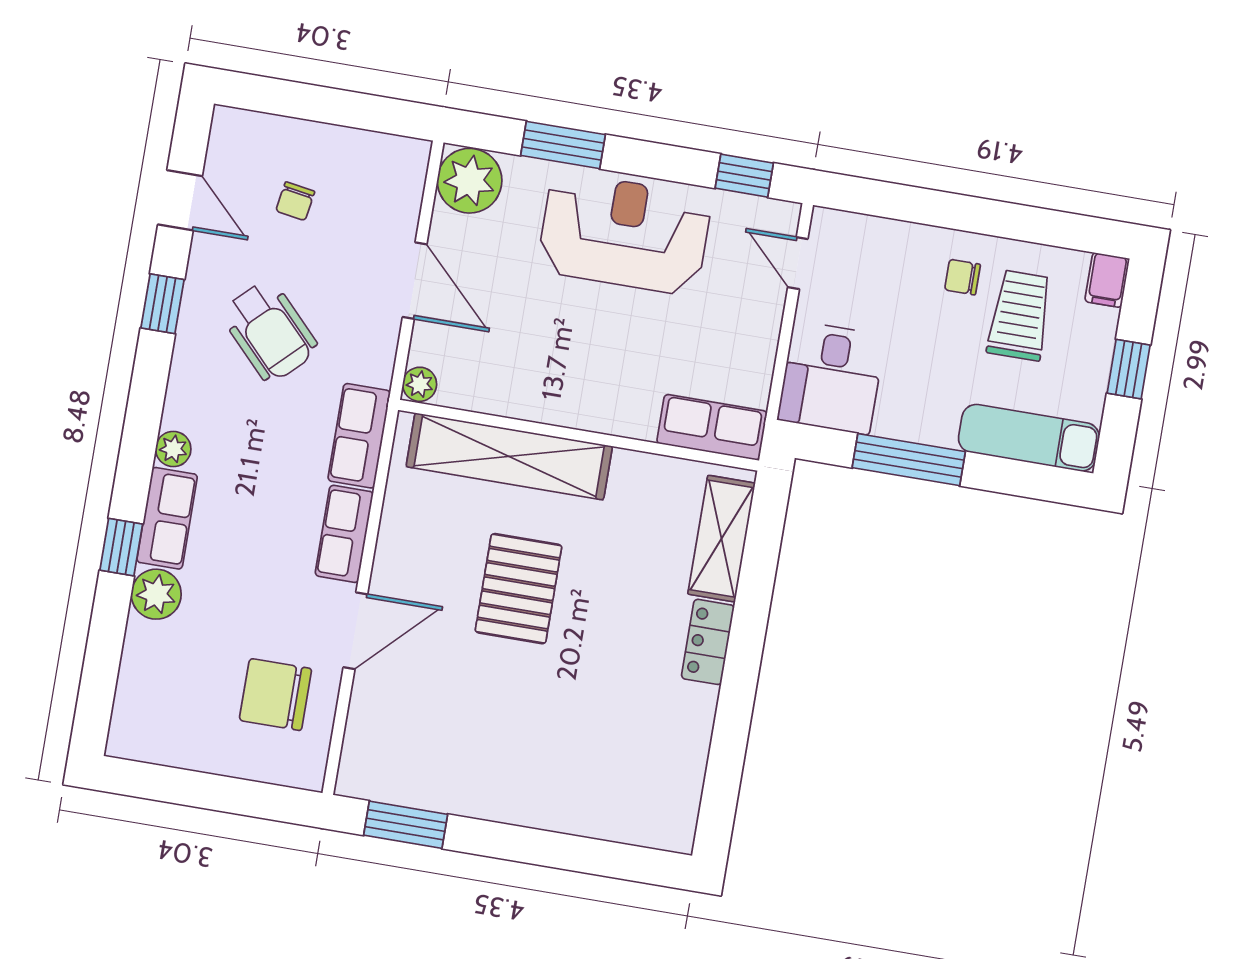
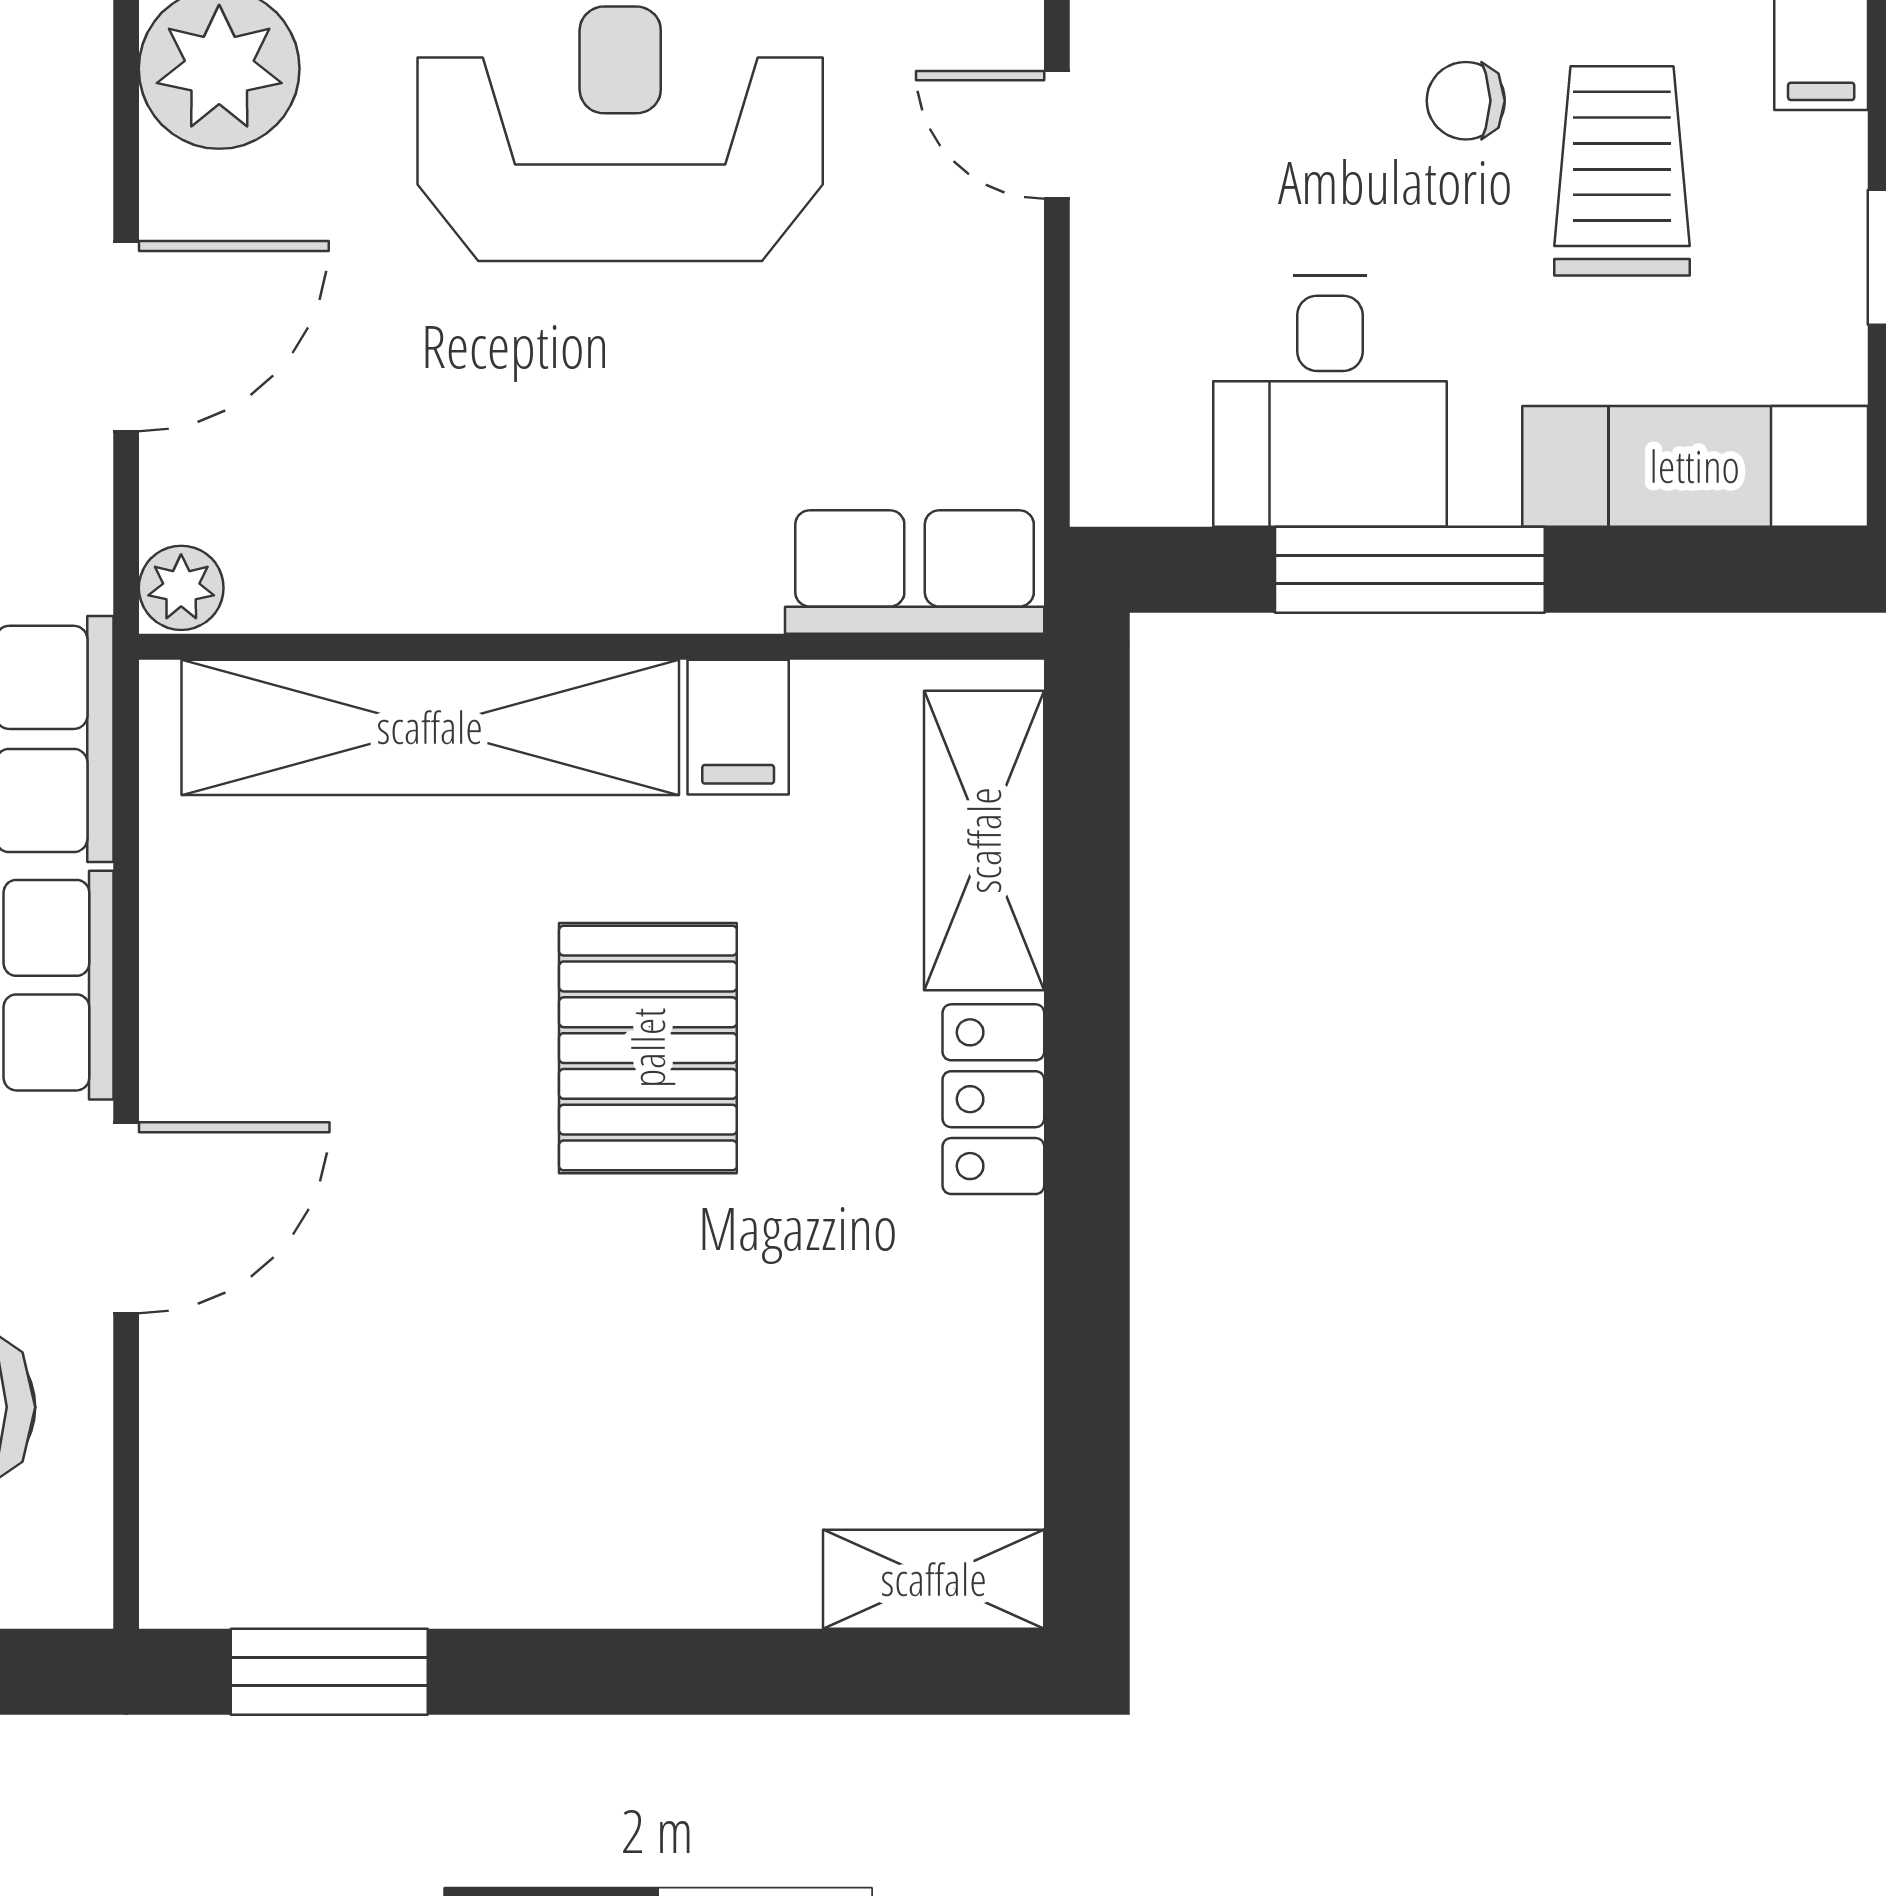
door: (415, 281) -> (126, 336), hinge flipped
desk: (831, 378) -> (1330, 401), moved
filing cabinet: (631, 477) -> (738, 727), added
pallet: (518, 589) -> (648, 1048), moved
shelving: (652, 829) -> (934, 1579), added

